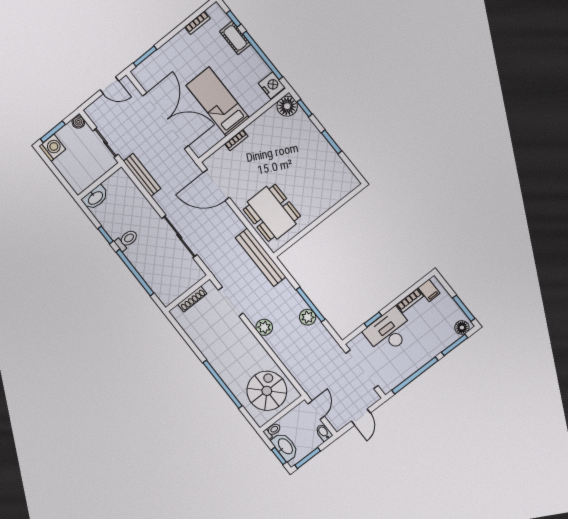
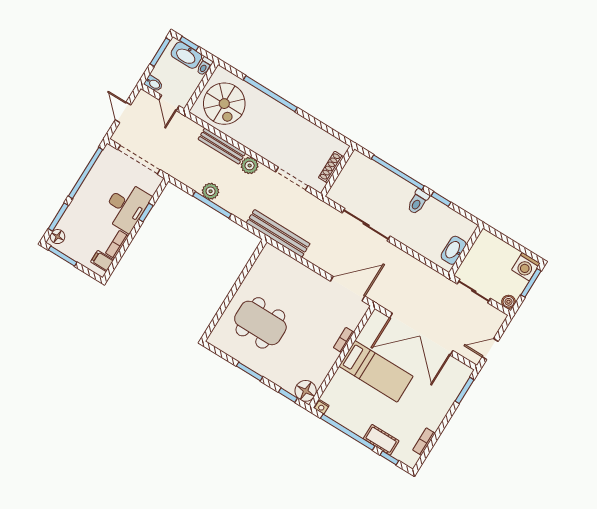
nightstand: (272, 85) -> (322, 407), width x0.53, depth x0.56
bench: (142, 175) -> (222, 146), moved
washbasin: (95, 198) -> (454, 250), moved
dining table: (272, 213) -> (260, 323), moved

